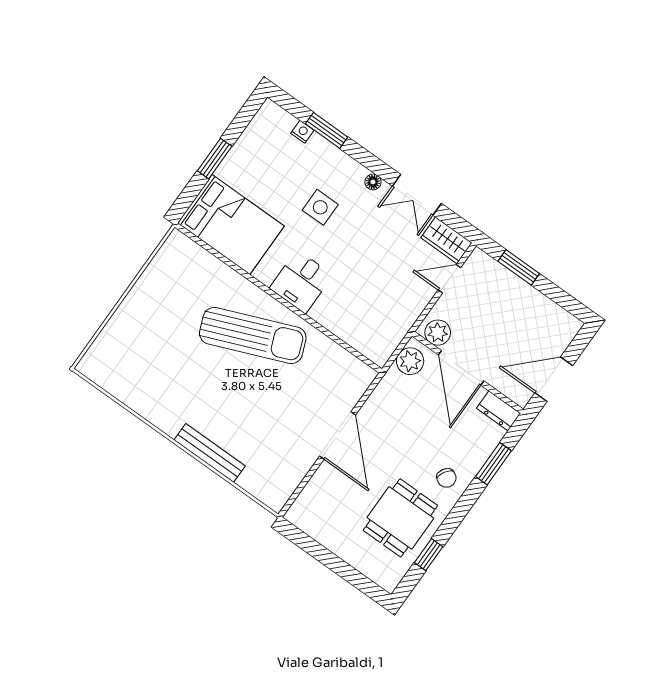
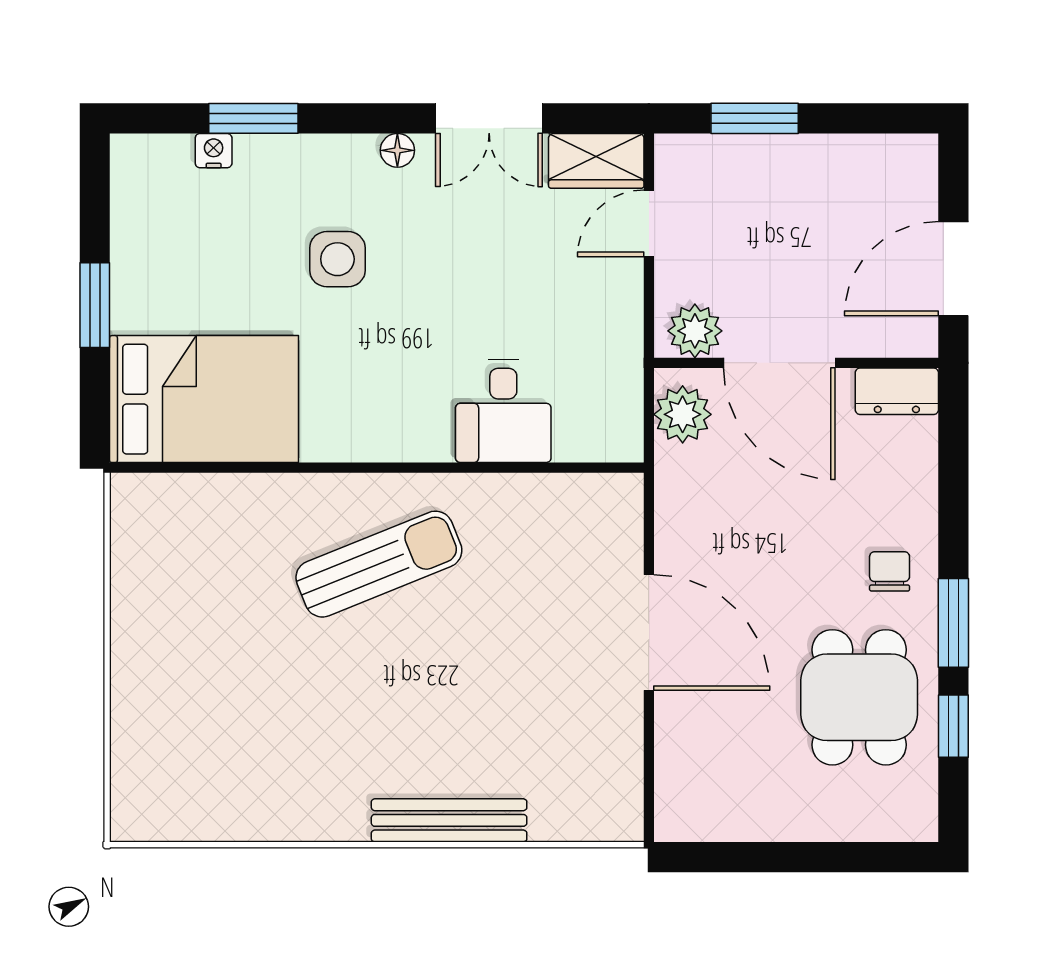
desk: (301, 282) -> (503, 411), moved
sun lounger: (253, 336) -> (379, 564), width x0.73, depth x0.75
window: (494, 464) -> (953, 623), moved
chair: (447, 478) -> (890, 571), turned -122

